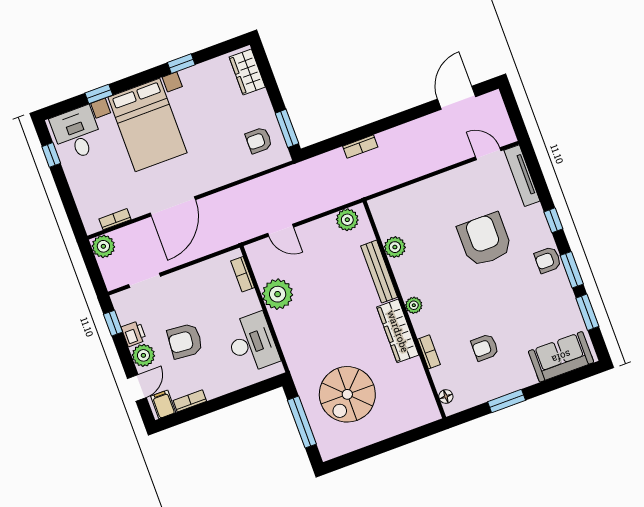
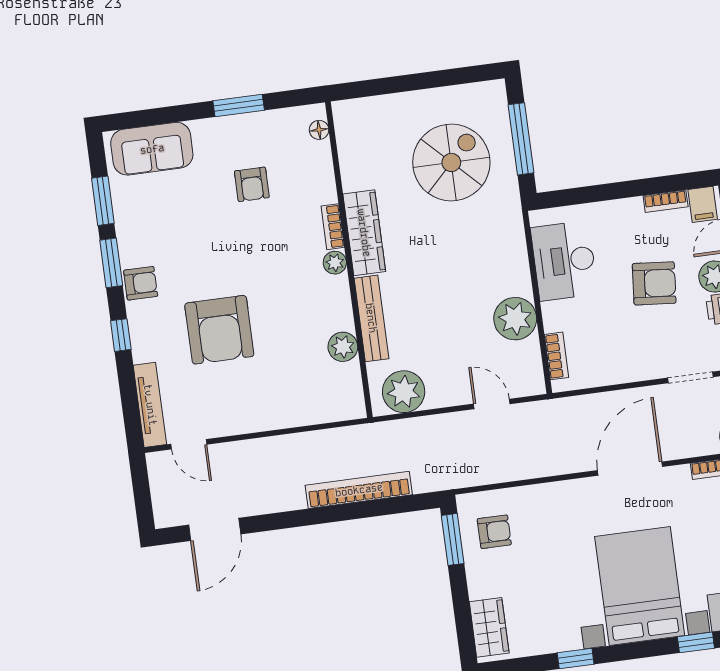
bookcase: (360, 147) -> (359, 490), width x2.31, depth x1.31
plant: (347, 220) -> (404, 392), width x1.36, depth x1.36
armchair: (485, 347) -> (252, 184), turned 90
bookcase: (429, 352) -> (333, 227), moved

